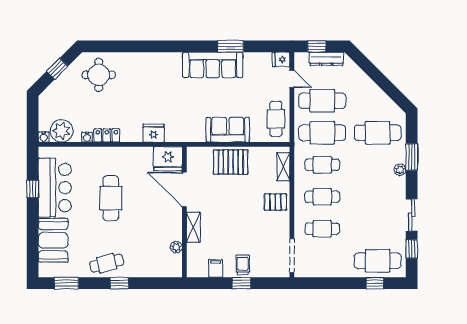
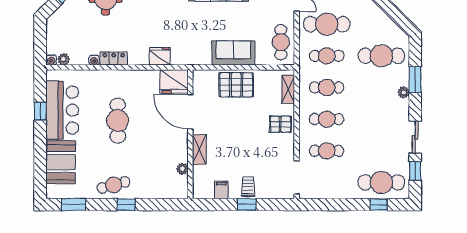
plant: (61, 131) -> (64, 59), width x0.53, depth x0.53
cafe table: (322, 133) -> (327, 56), width x0.73, depth x0.74

